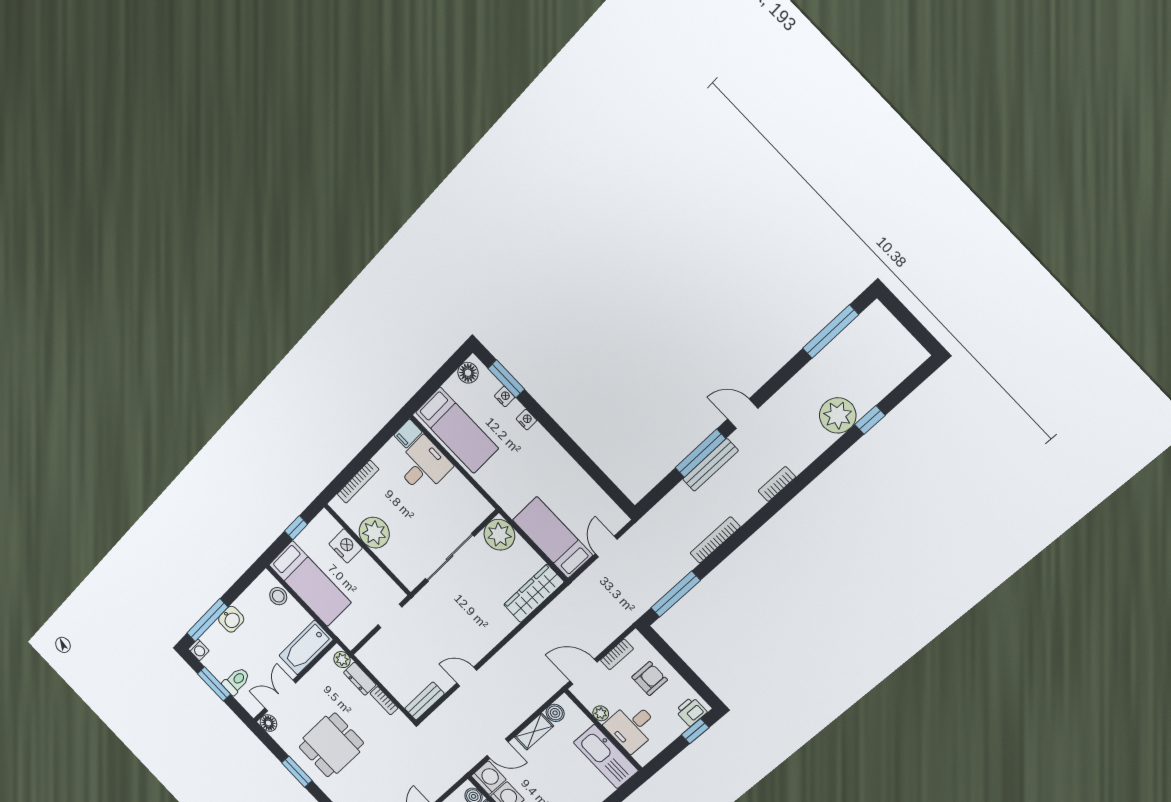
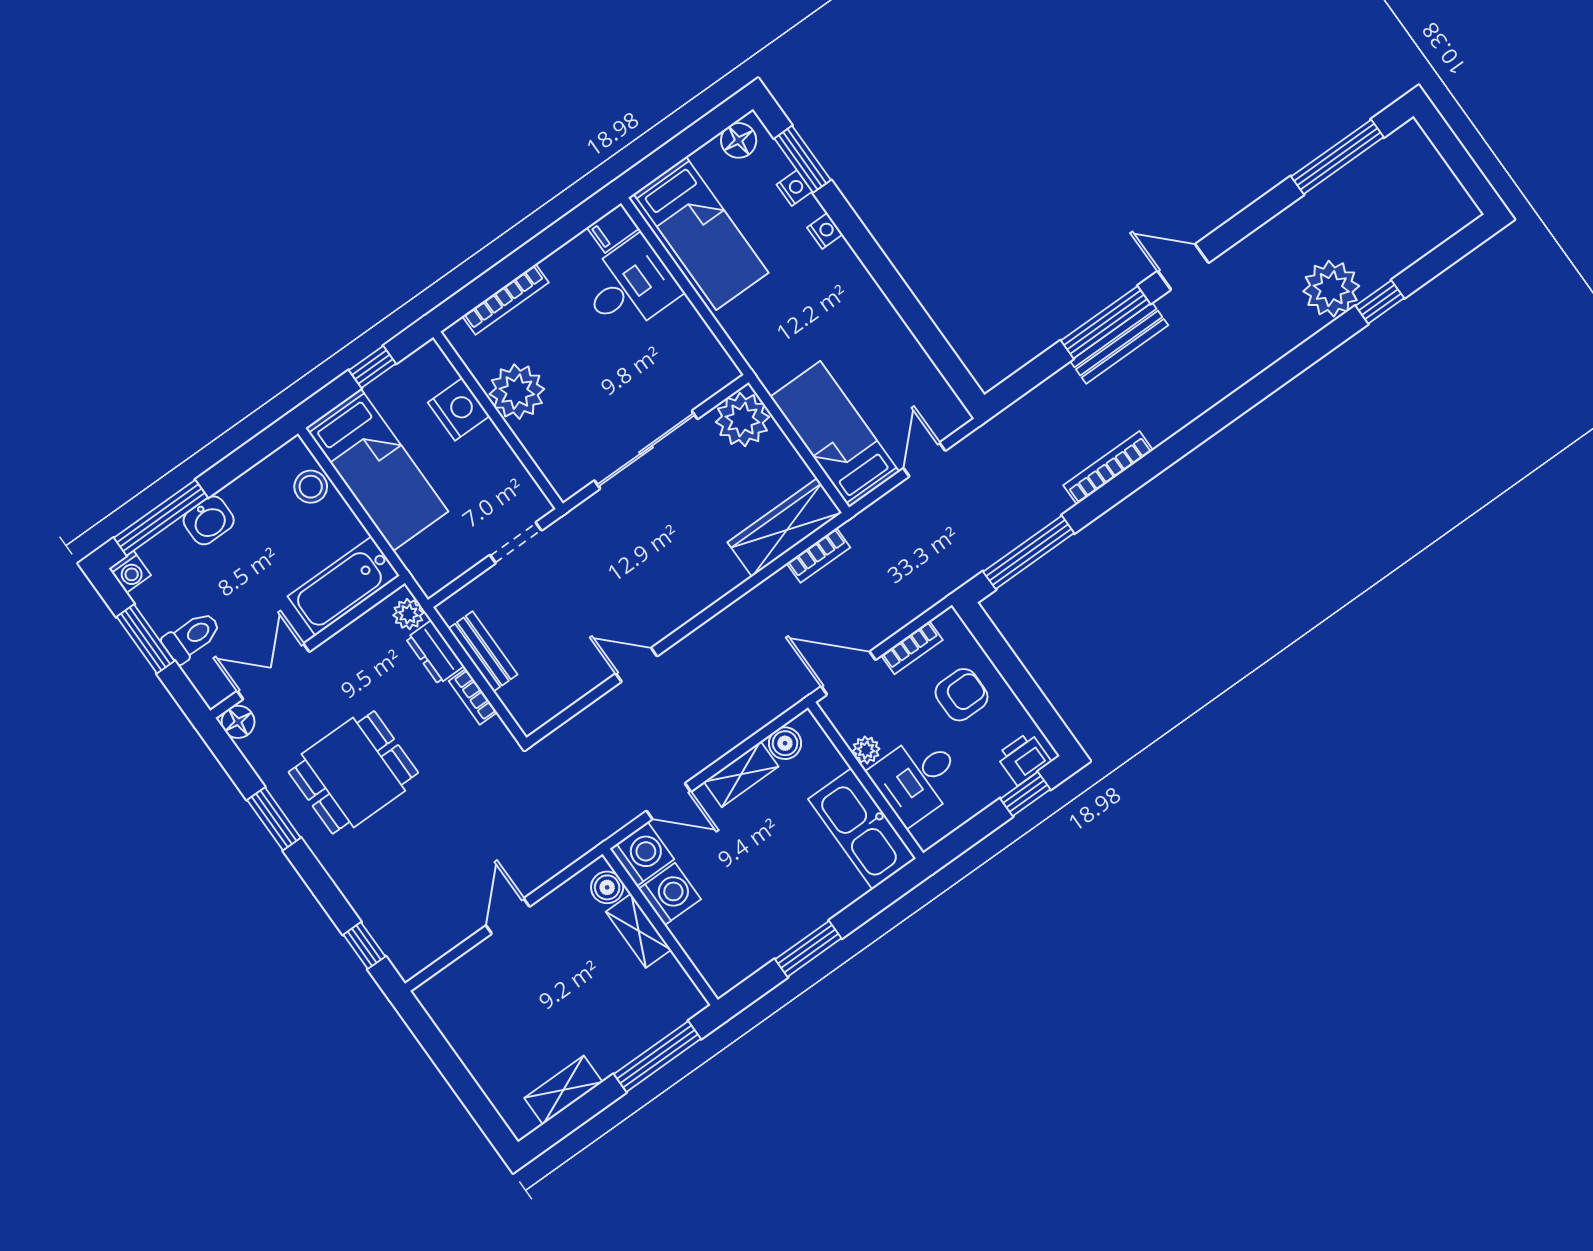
bookcase: (777, 484) -> (818, 555), moved, turned 180
bench: (425, 701) -> (483, 651), moved, turned 90

